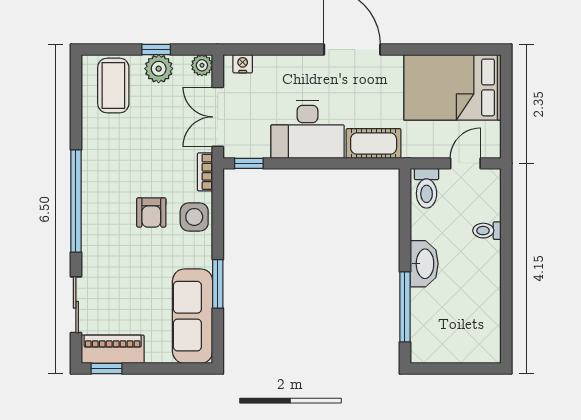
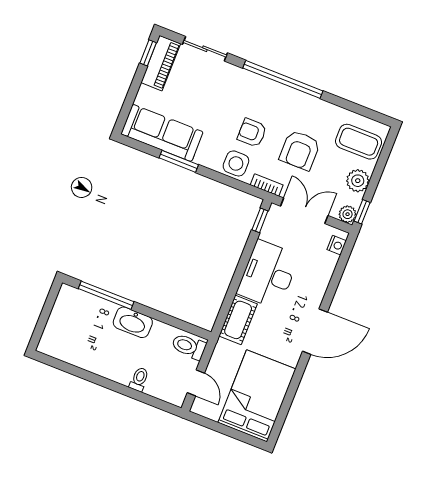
window: (156, 50) -> (362, 212), moved
armchair: (150, 149) -> (300, 150), added

